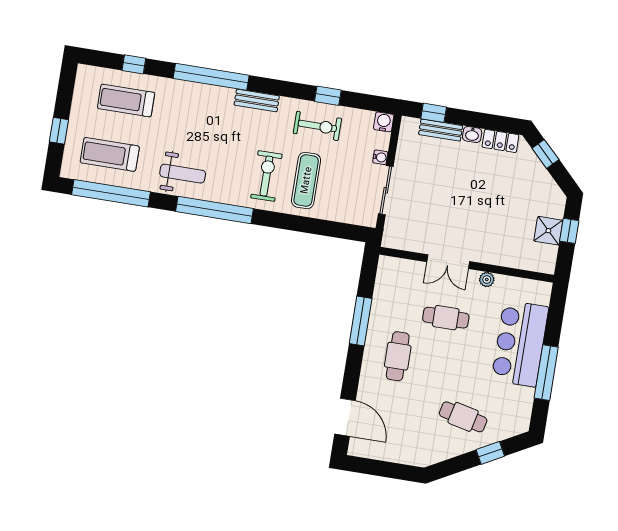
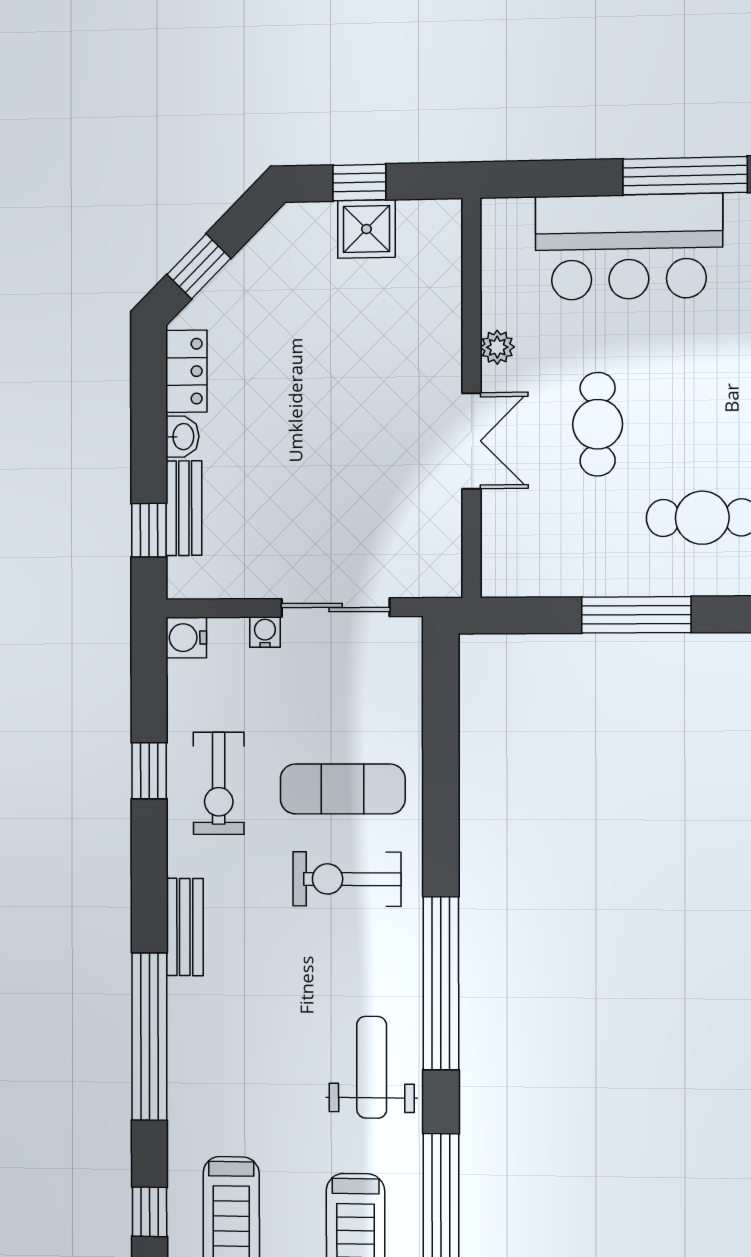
exercise bike: (317, 126) -> (219, 783), turned 180

